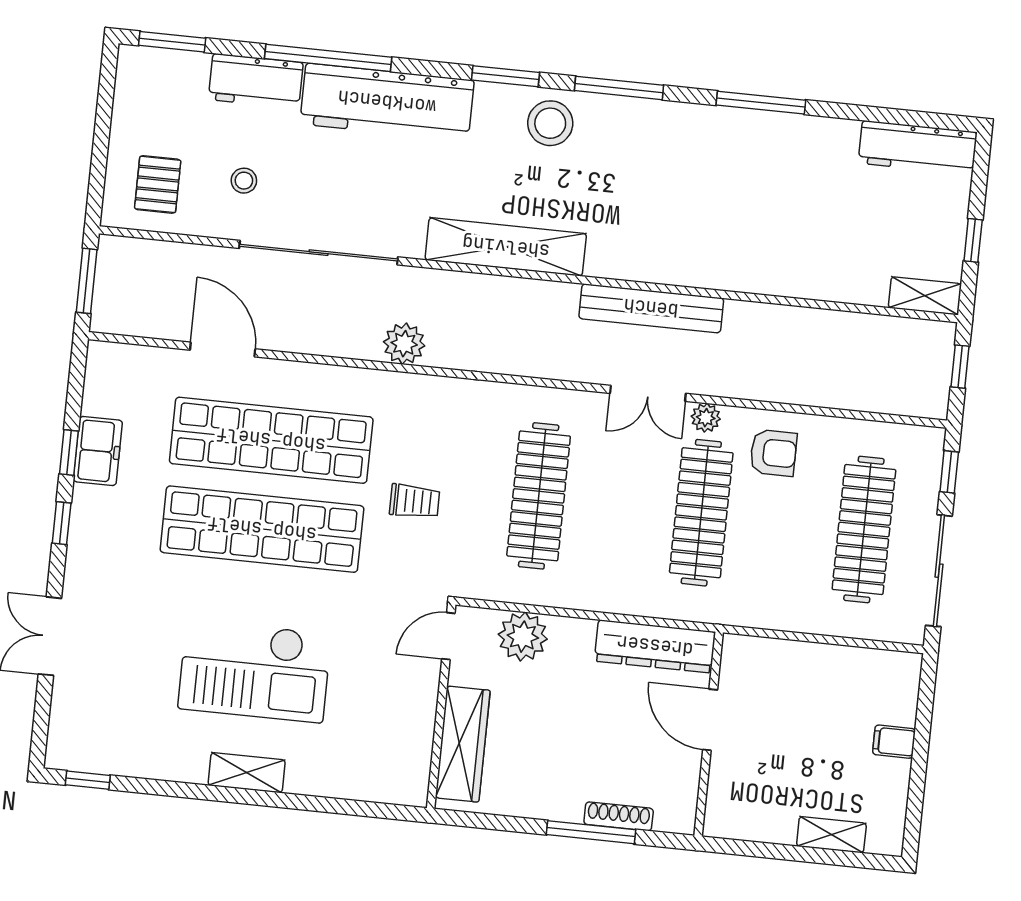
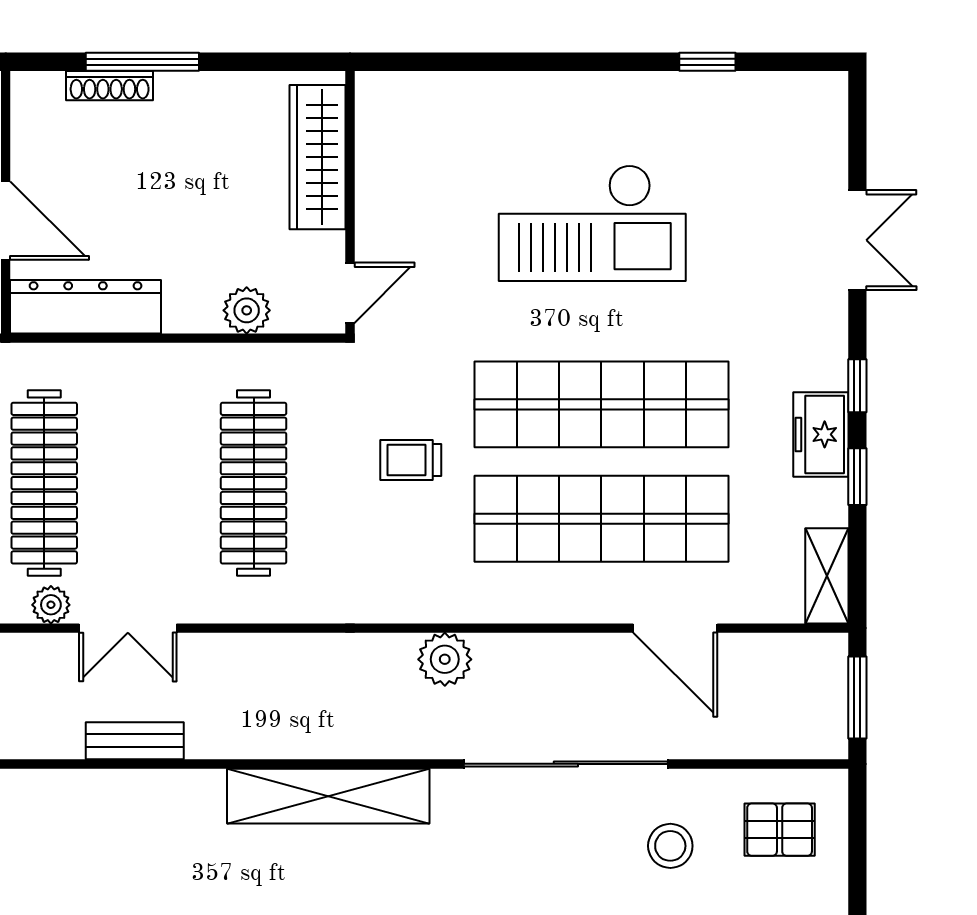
stool: (244, 181) -> (670, 846), width x1.37, depth x1.37
pallet: (158, 184) -> (780, 830), turned 90
bench: (651, 308) -> (135, 741), width x0.54, depth x0.82
double door: (648, 393) -> (128, 628), swing flipped
freezer: (98, 451) -> (821, 434), moved
plant: (523, 637) -> (247, 310), width x0.73, depth x0.73
checkout: (255, 671) -> (592, 223), turned 180
shelving: (247, 773) -> (827, 576), moved, turned 90
window: (88, 780) -> (707, 62), moved

